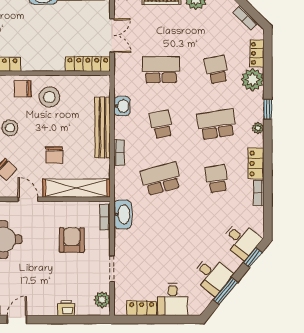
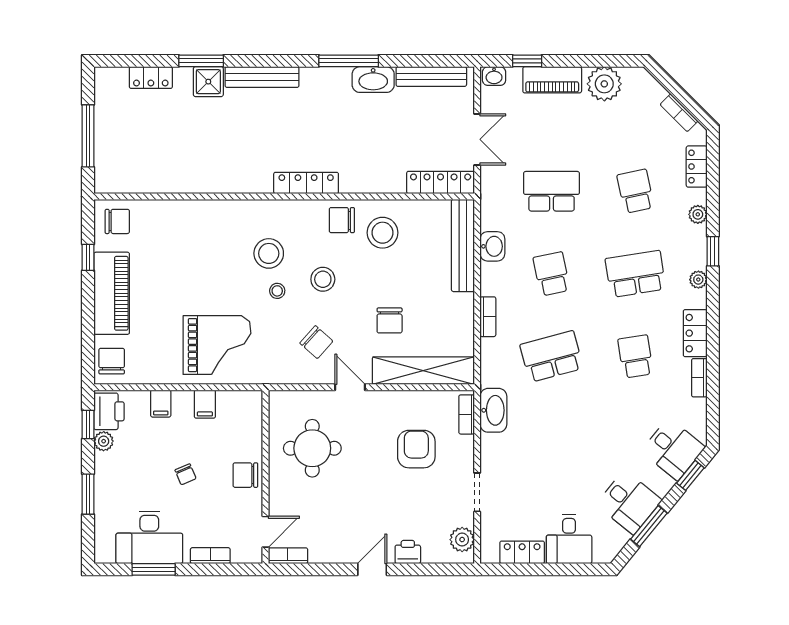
plant: (252, 80) -> (698, 214), width x0.53, depth x0.53
bench: (103, 128) -> (463, 245), moved
door: (17, 320) -> (372, 569), moved

